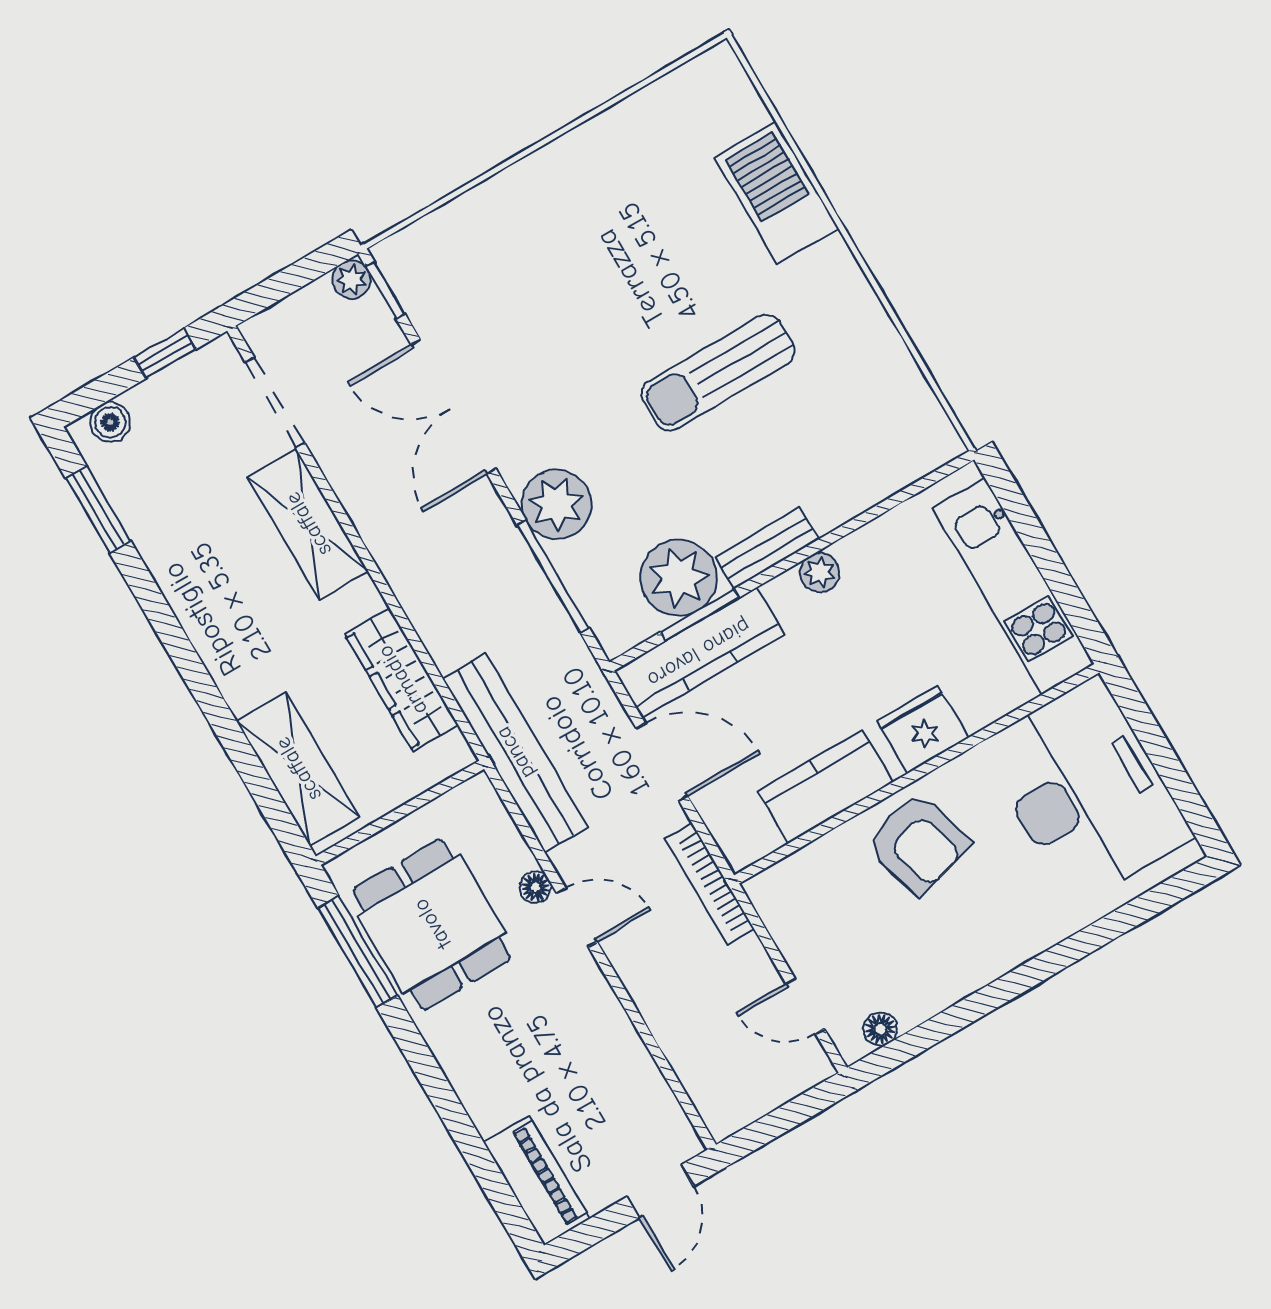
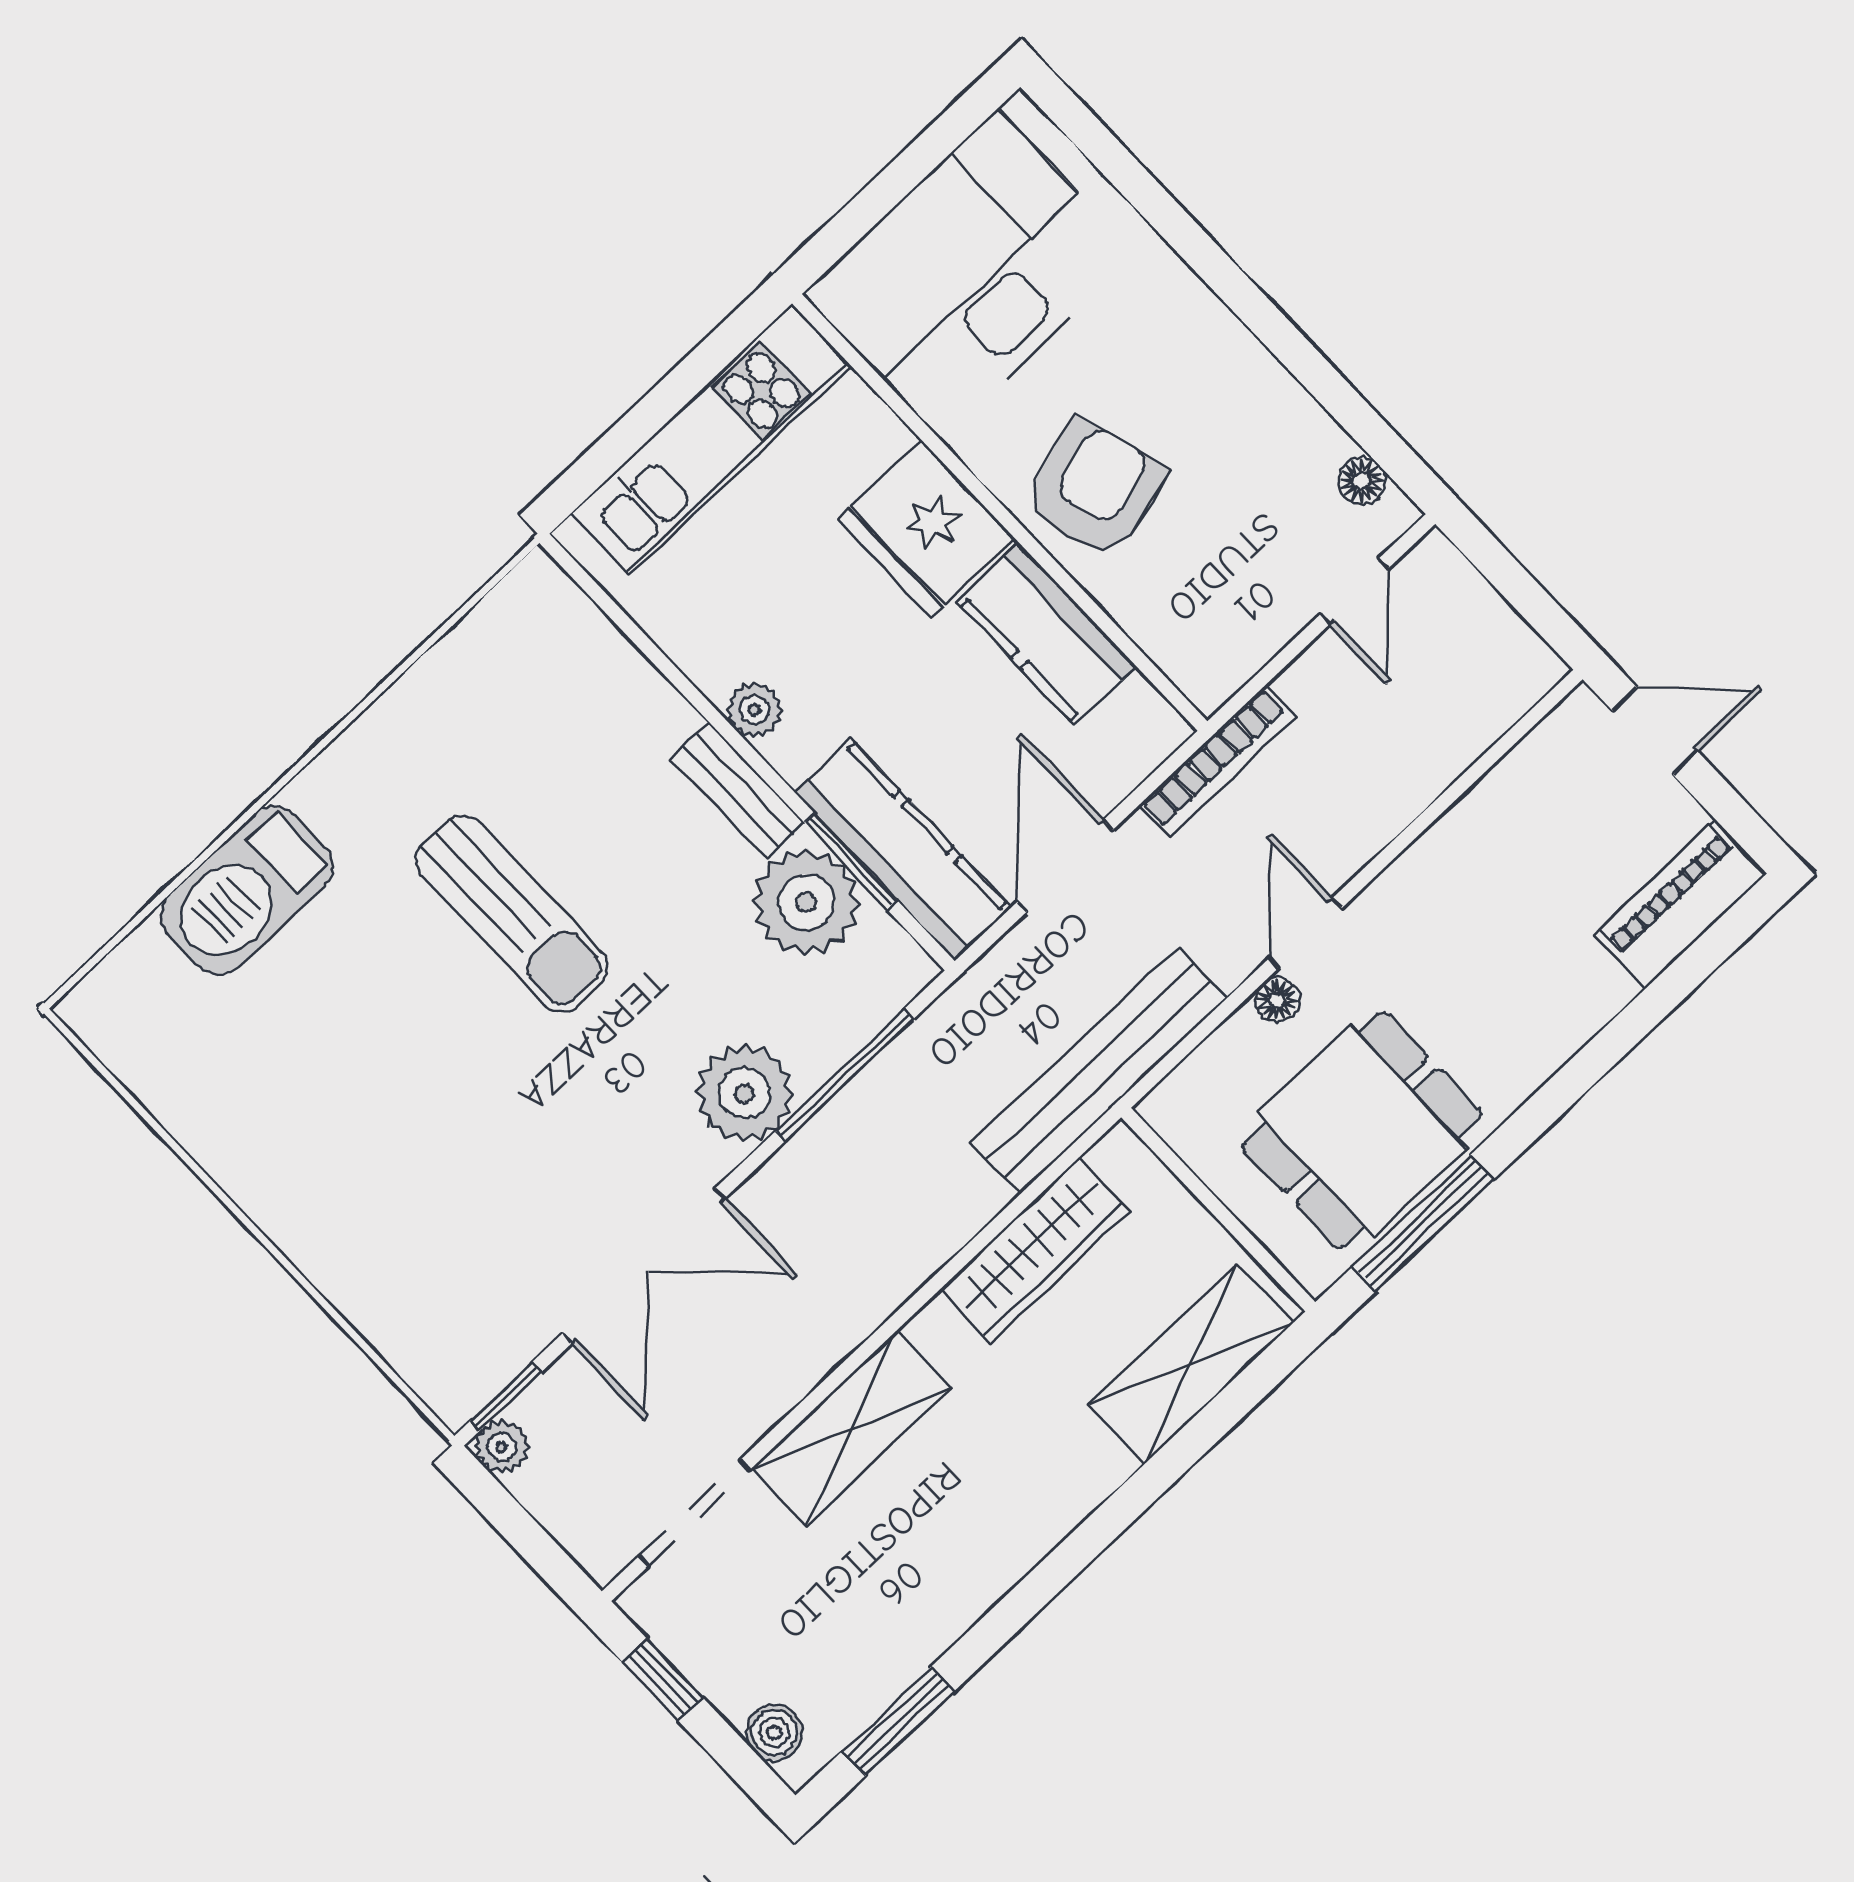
fridge: (923, 729) -> (926, 528), width x1.36, depth x1.34

